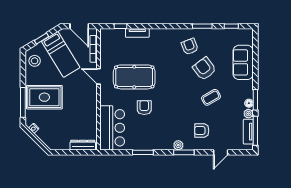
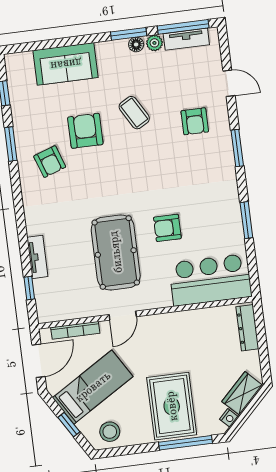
armchair: (190, 47) -> (50, 162), turned -88
armchair: (204, 69) -> (85, 131), turned 127
wardrobe: (47, 137) -> (242, 393), added
plant: (178, 145) -> (226, 159), removed

